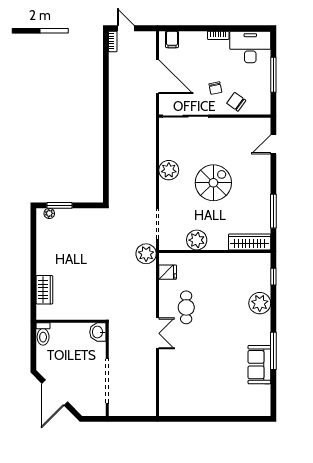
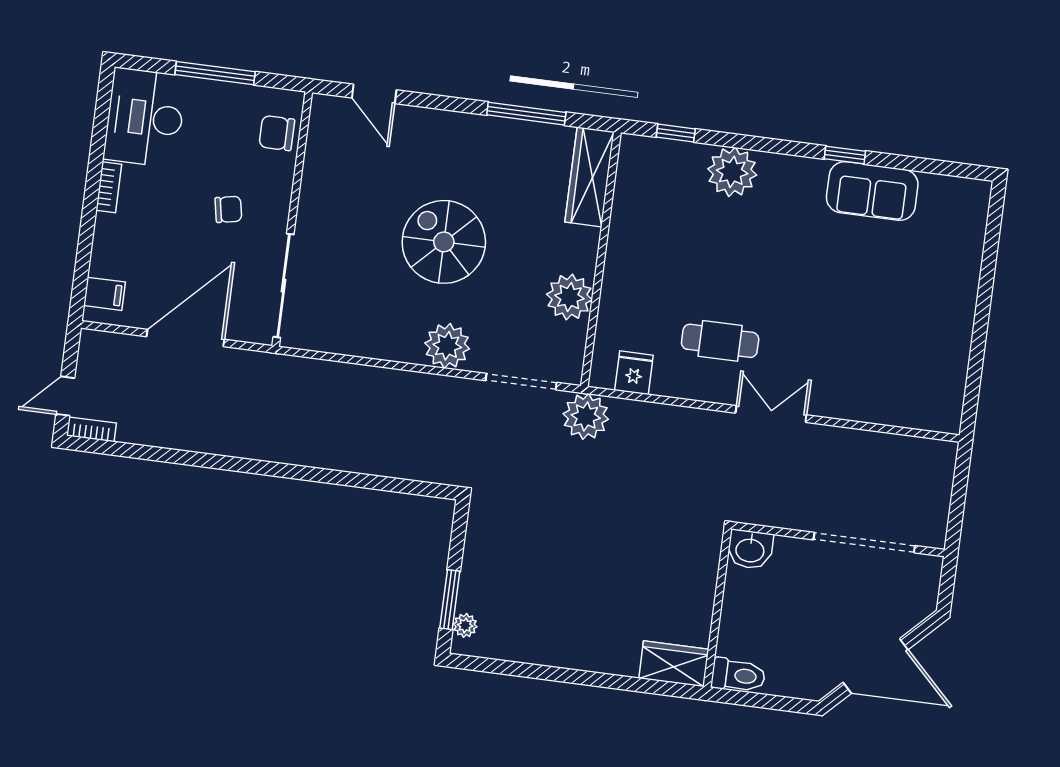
chair: (236, 102) -> (277, 133), moved, turned 54
plant: (169, 170) -> (447, 346), moved
wardrobe: (44, 290) -> (674, 664), moved
window: (273, 351) -> (845, 155), width x0.46

